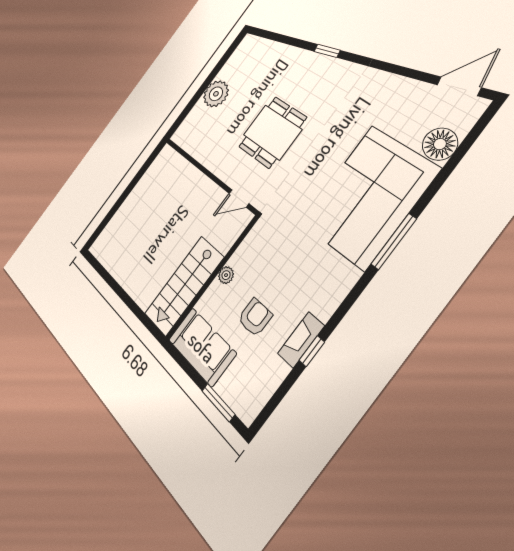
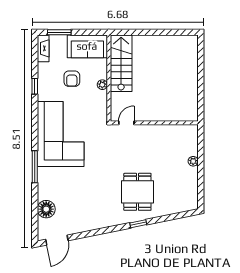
plant: (216, 94) -> (193, 161), width x0.53, depth x0.53
dining table: (272, 132) -> (137, 192), moved
corner sofa: (369, 197) -> (61, 134), moved
window: (394, 242) -> (35, 167), moved
fireplace: (301, 340) -> (43, 48), moved

